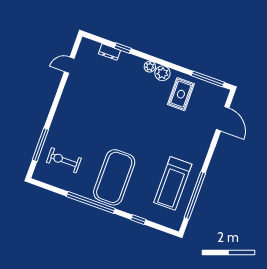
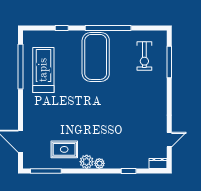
dresser: (109, 52) -> (158, 163), moved
rug: (181, 94) -> (64, 149), turned 90
exercise bike: (64, 160) -> (144, 56), turned 90

